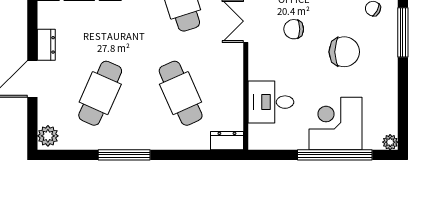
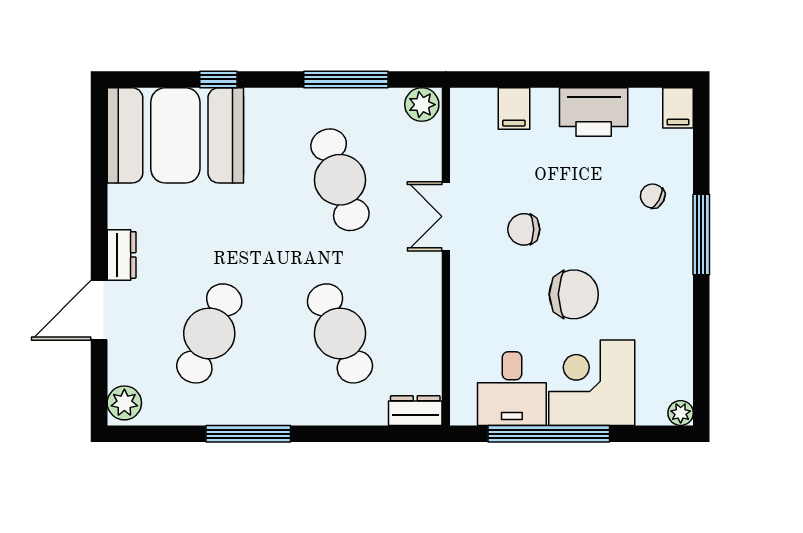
chair: (344, 52) -> (574, 294), moved
desk: (271, 102) -> (512, 389), moved, turned -90
window: (335, 155) -> (549, 434), moved

